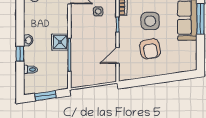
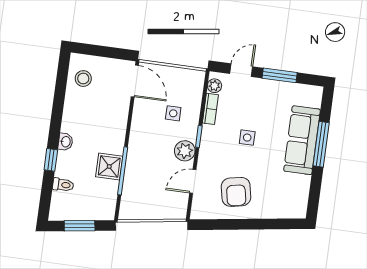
side table: (150, 21) -> (247, 138), width x0.54, depth x0.54
plant: (109, 36) -> (185, 151), added
shower: (60, 42) -> (109, 166), moved
armchair: (150, 49) -> (236, 192), moved

